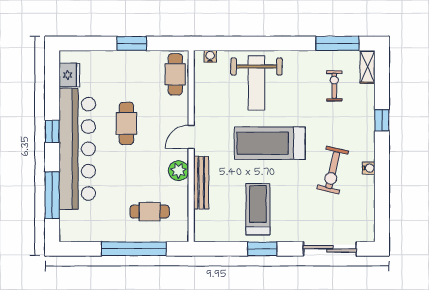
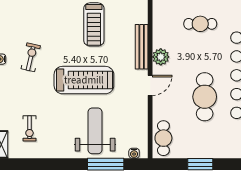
window: (337, 43) -> (106, 164), moved
cafe table: (126, 123) -> (205, 97), width x1.37, depth x1.35
exercise bike: (333, 170) -> (31, 57), width x0.73, depth x0.72
cafe table: (150, 212) -> (200, 24), moved

